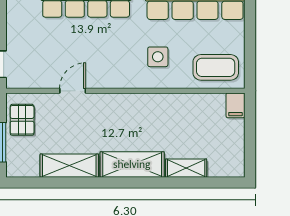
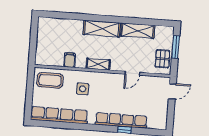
filing cabinet: (235, 105) -> (70, 60), moved
shelving: (186, 168) -> (98, 64), moved

